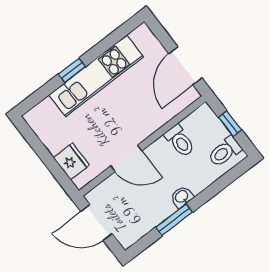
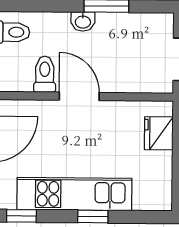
window: (120, 33) -> (21, 216), added
door: (126, 158) -> (79, 96), moved

